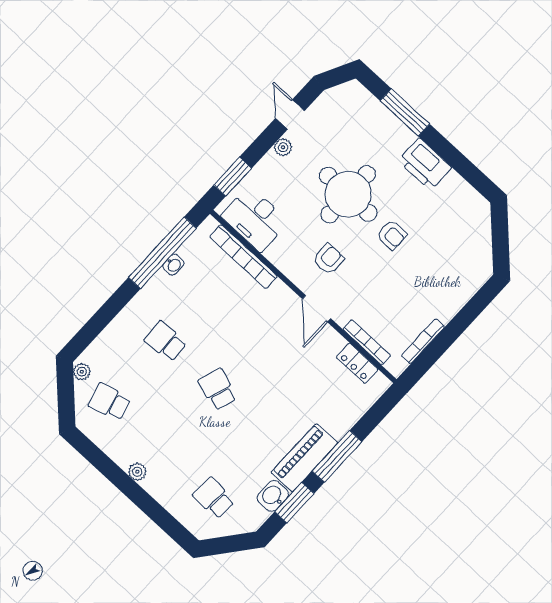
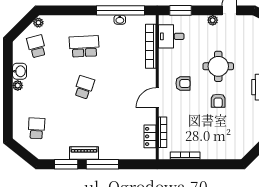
round table: (348, 194) -> (218, 66), width x0.73, depth x0.73
desk: (255, 219) -> (171, 36), width x0.73
school desk: (166, 341) -> (84, 46), width x1.85
piano: (304, 458) -> (84, 153), width x0.73, depth x0.75
washbasin: (273, 496) -> (20, 71), moved, turned 90

